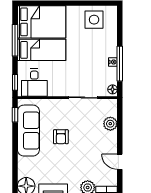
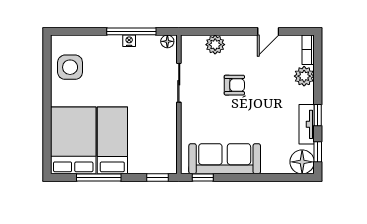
desk: (34, 83) -> (158, 151), removed
armchair: (61, 137) -> (234, 85), moved

